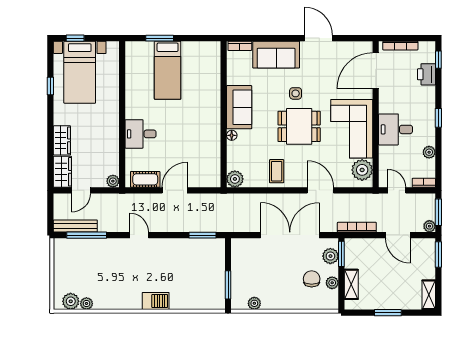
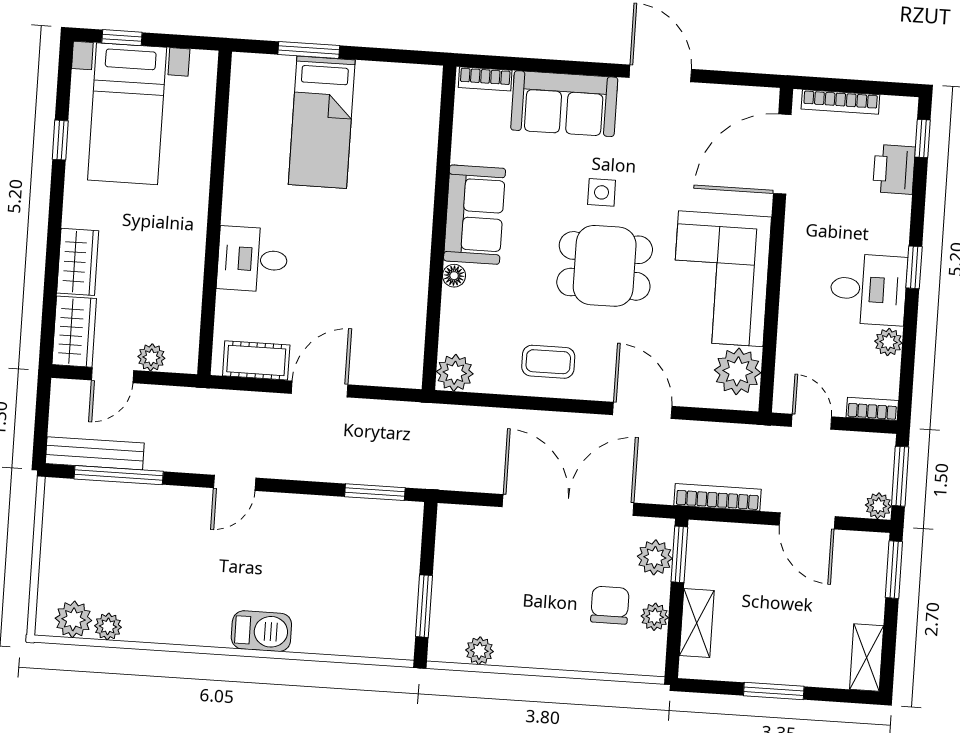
desk: (396, 129) -> (868, 289), moved, turned 180
coffee table: (277, 171) -> (548, 362), turned 90
plant: (113, 181) -> (151, 357), moved
door: (139, 235) -> (235, 483), swing flipped

